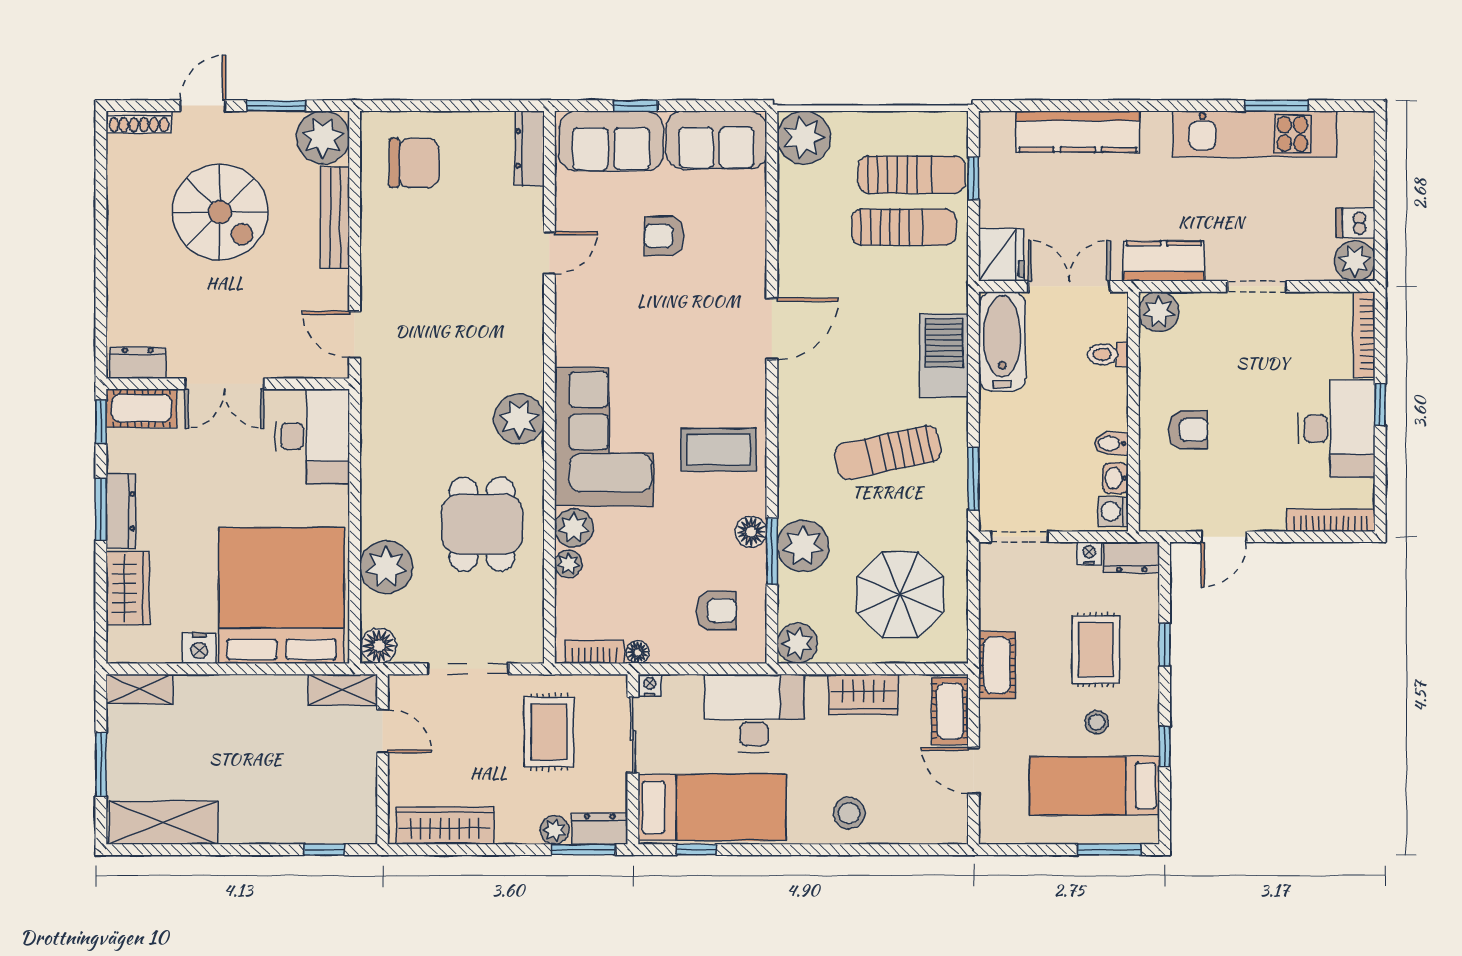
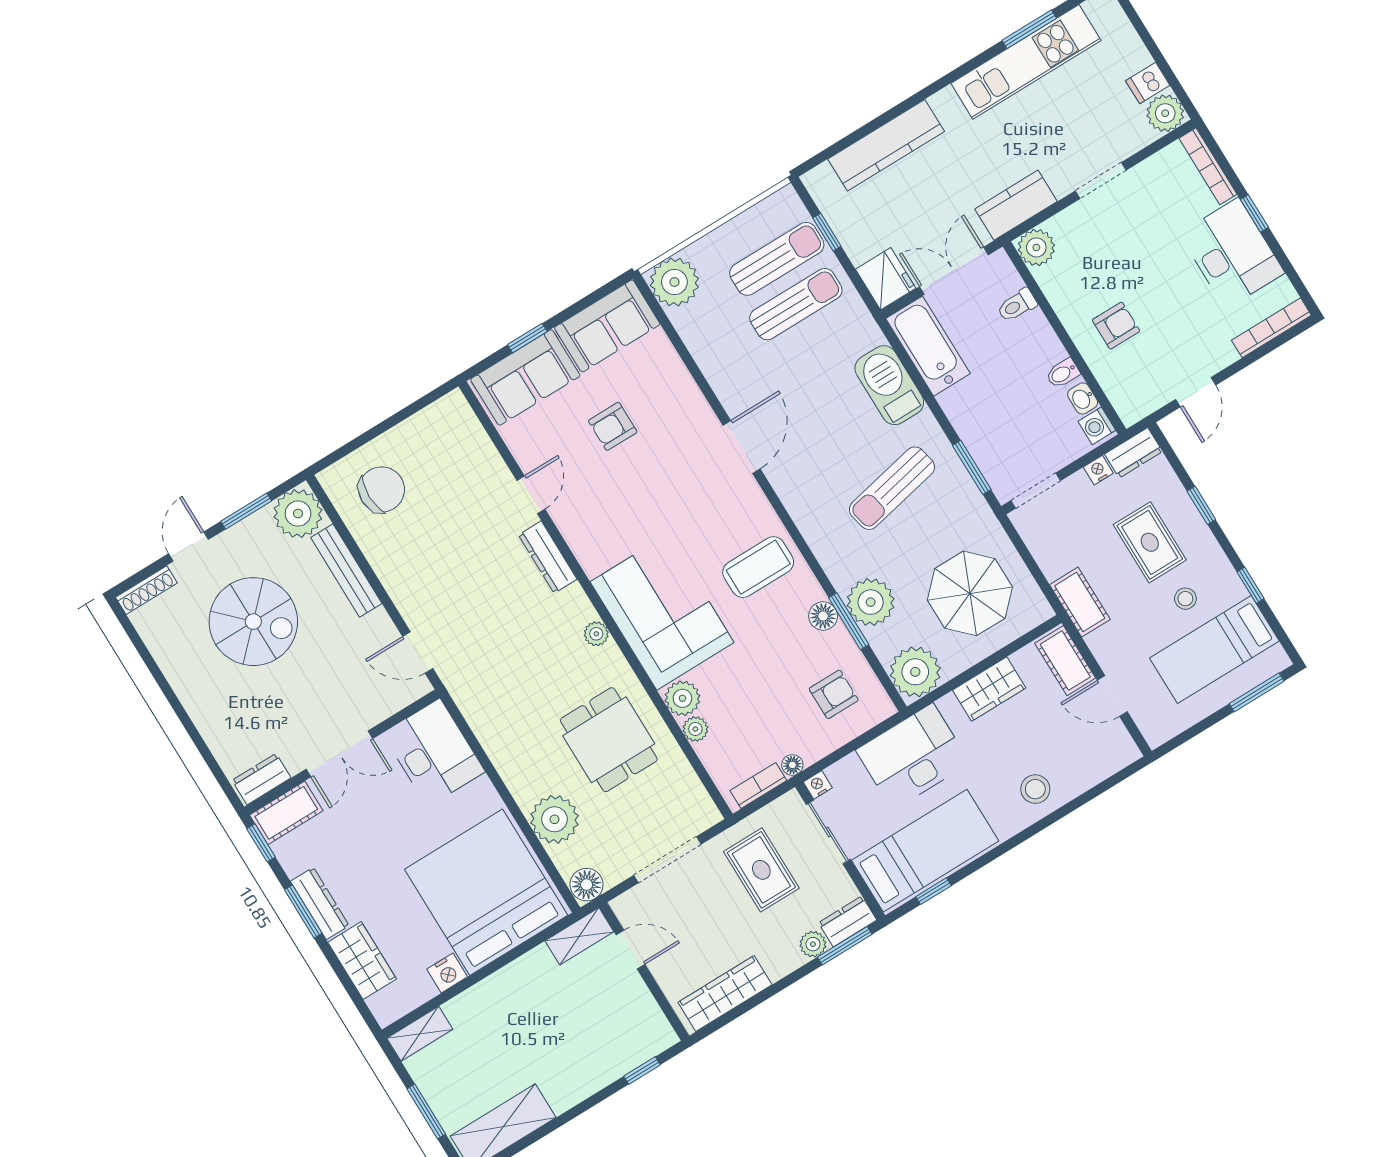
dresser: (530, 148) -> (548, 557), moved
plant: (519, 419) -> (596, 634), width x0.53, depth x0.53
plant: (797, 643) -> (915, 672), width x1.36, depth x1.36

